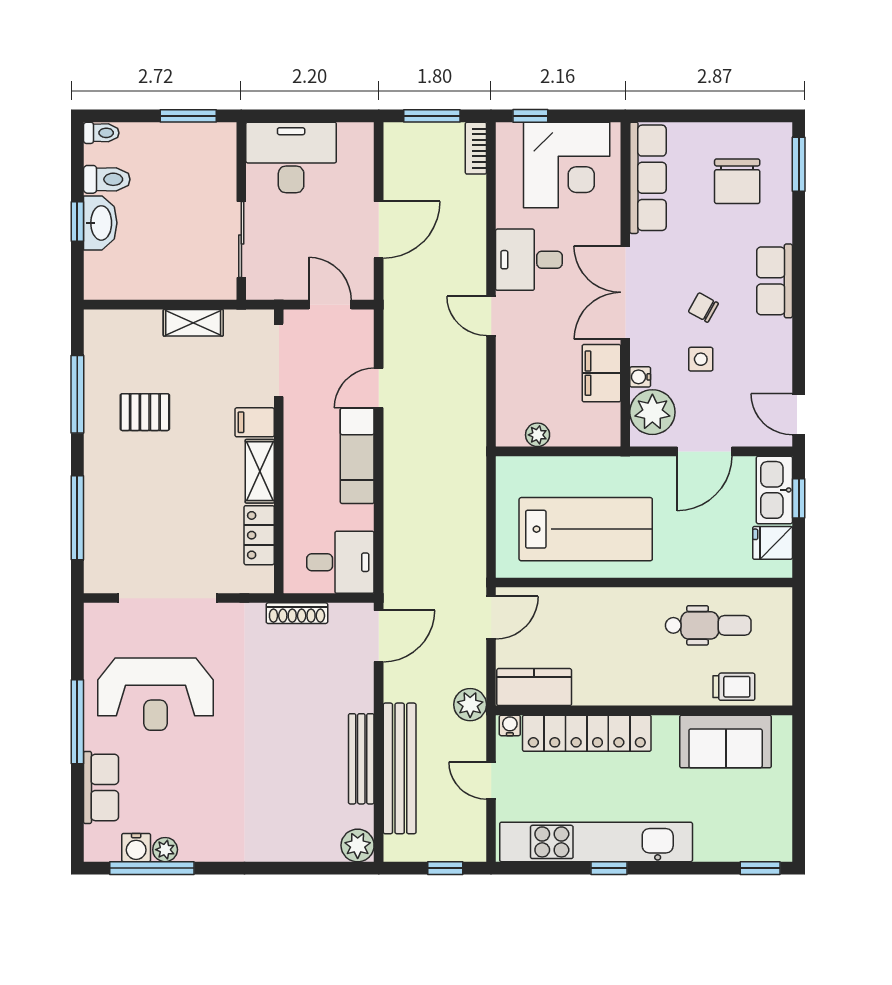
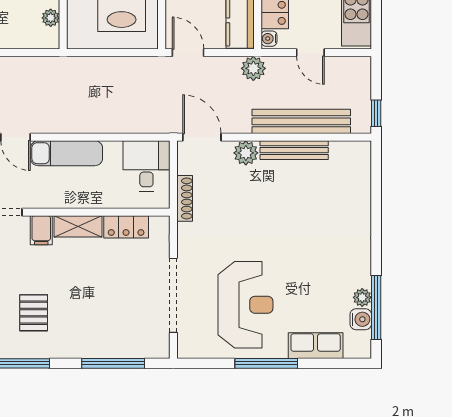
door: (491, 781) -> (310, 53), hinge flipped
plant: (358, 845) -> (246, 153), moved
window: (445, 868) -> (376, 113), moved

